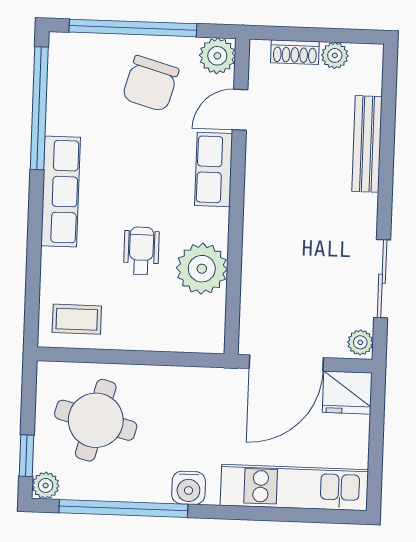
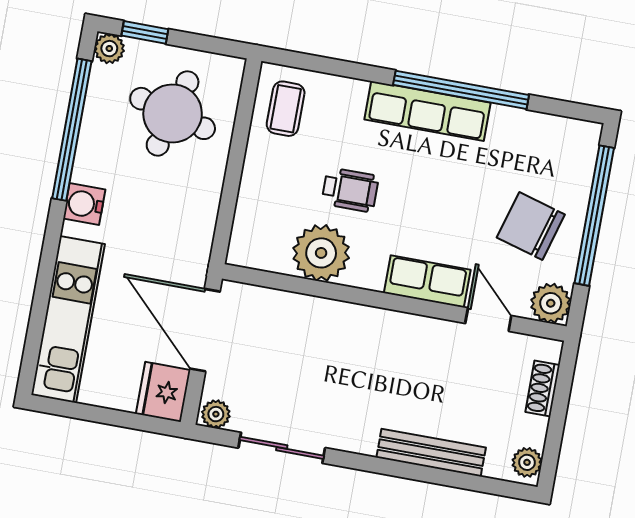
plant: (335, 55) -> (527, 462), moved
window: (39, 108) -> (461, 90), moved

